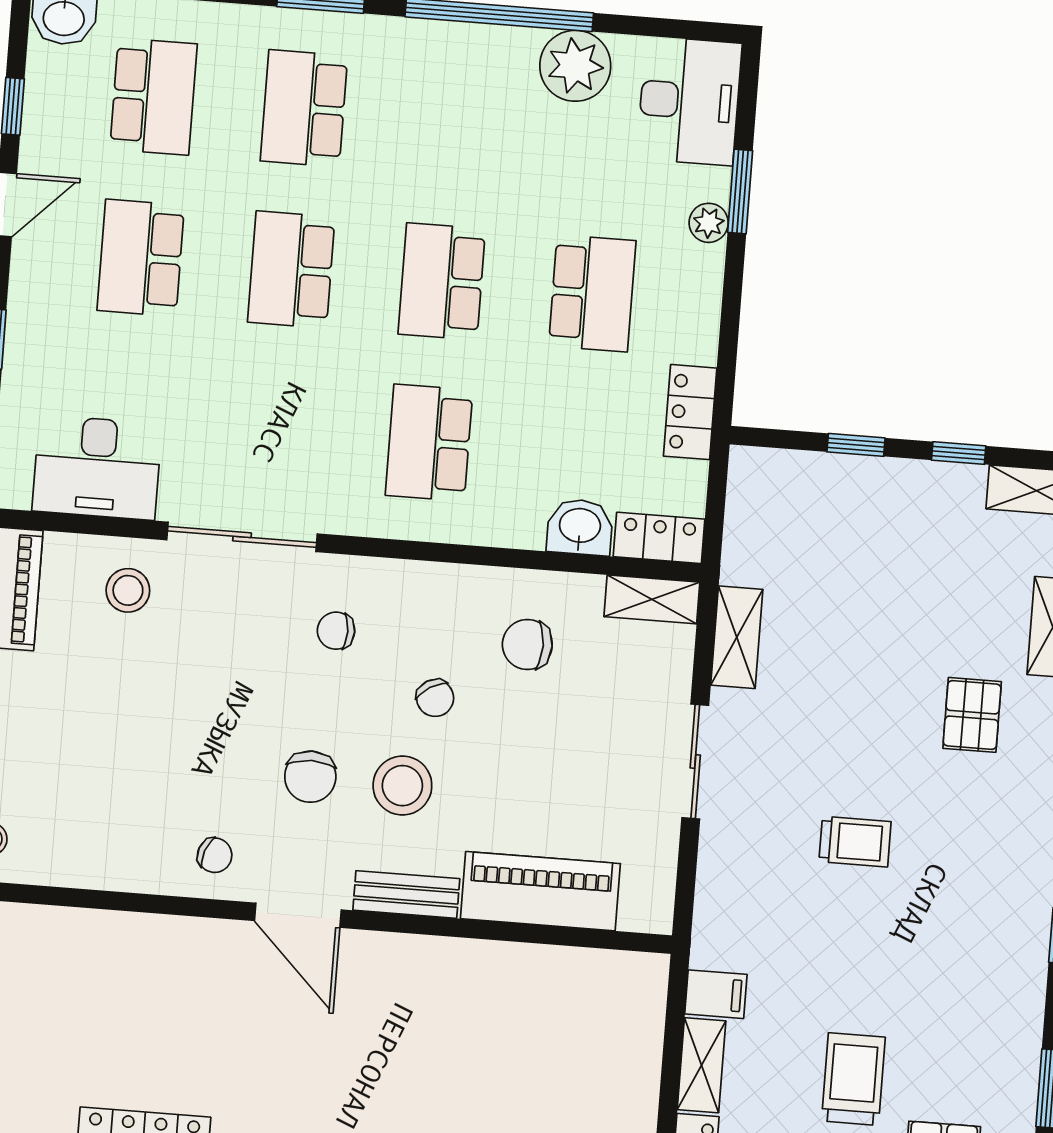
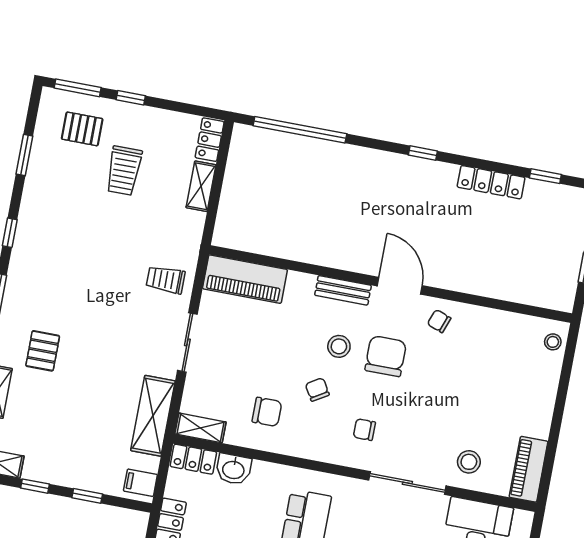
chair: (336, 631) -> (364, 430), turned 180
shelving: (737, 637) -> (153, 416), width x1.50, depth x1.33
chair: (310, 777) -> (386, 356), width x1.37, depth x1.37
stool: (402, 786) -> (339, 346), width x0.73, depth x0.73
trolley: (855, 842) -> (166, 280), moved
piano: (540, 891) -> (245, 279), moved
filing cabinet: (716, 994) -> (140, 483), moved

